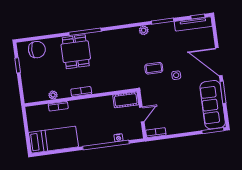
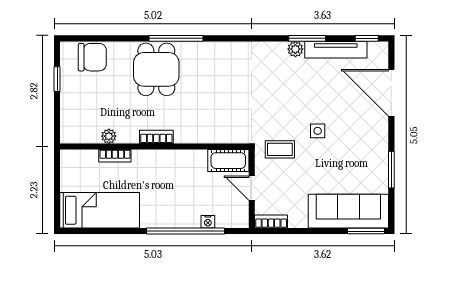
tv unit: (193, 24) -> (336, 50), moved
plant: (144, 30) -> (295, 49), moved
door: (219, 62) -> (391, 93), moved
coffee table: (154, 68) -> (280, 149), moved
sofa: (213, 105) -> (348, 211), moved, turned 90
door: (142, 114) -> (252, 188), swing flipped

